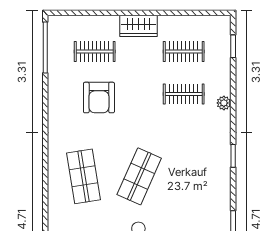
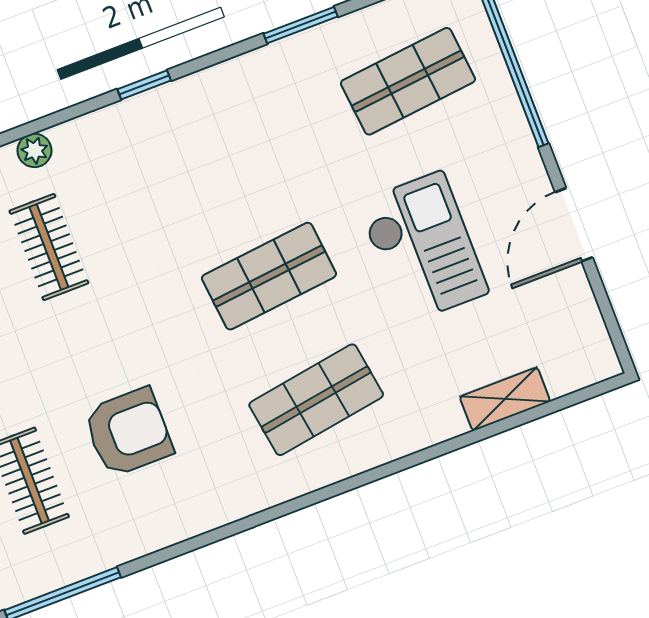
shop shelf: (139, 176) -> (269, 276), turned -30

